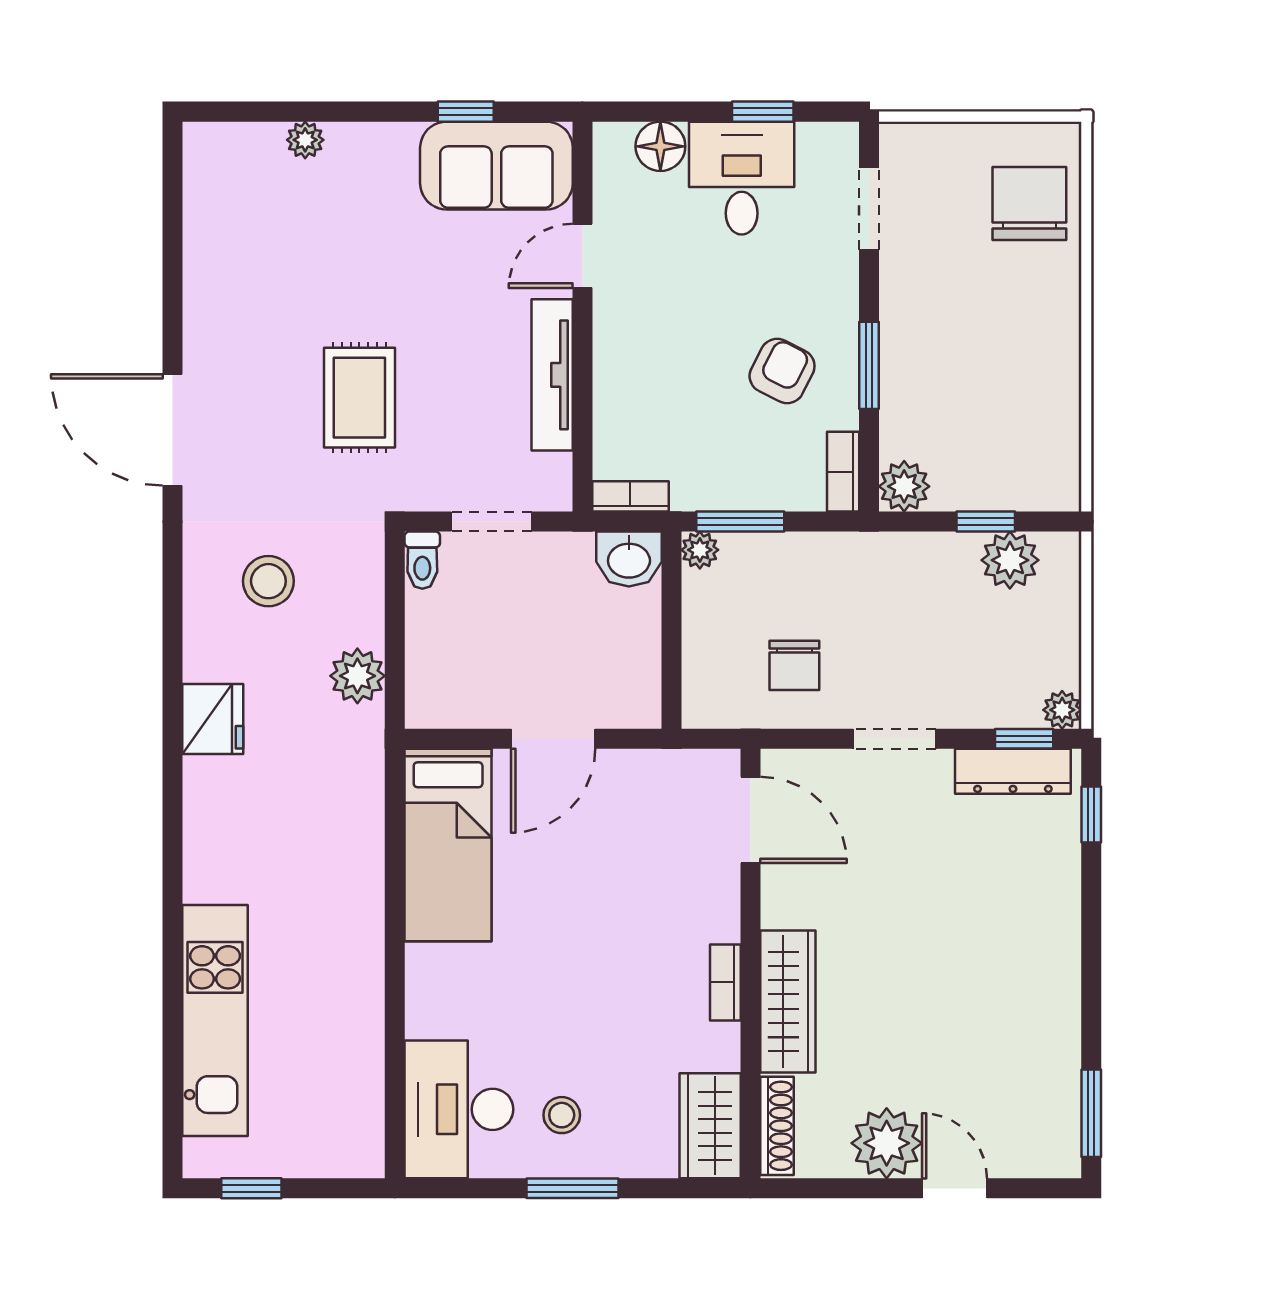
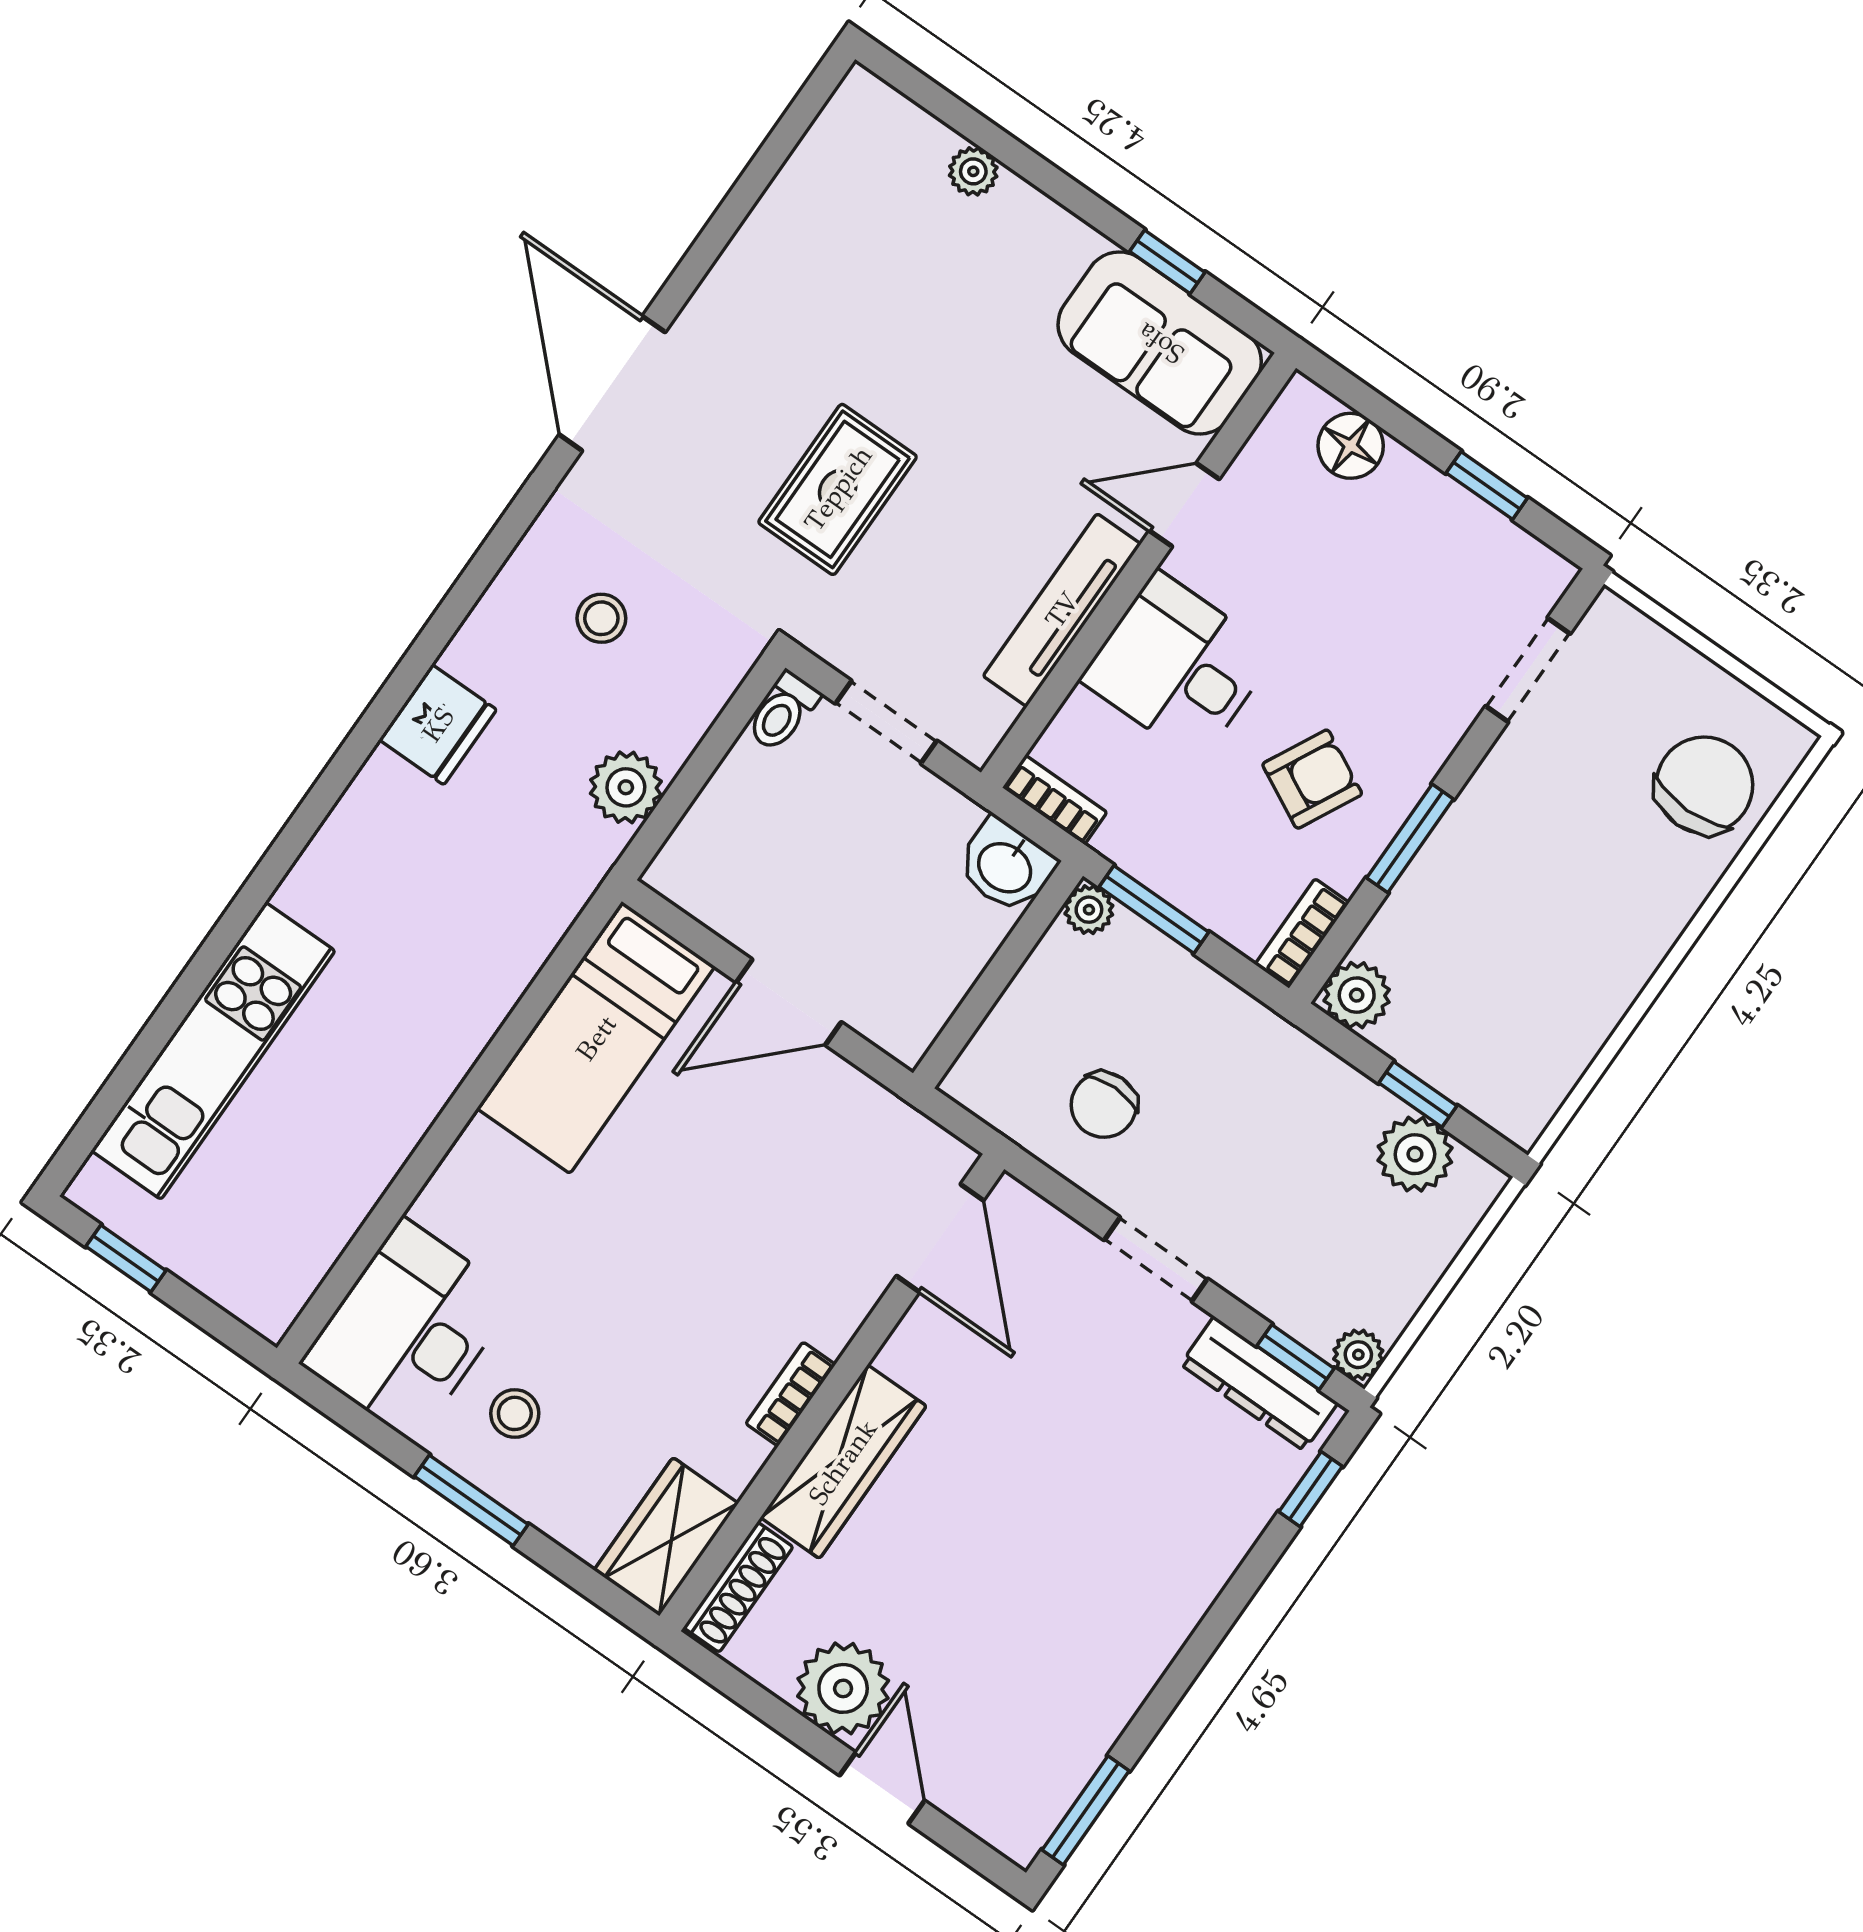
desk: (742, 178) -> (1178, 666), moved, turned -90
stool: (268, 581) -> (601, 618), width x0.73, depth x0.73

